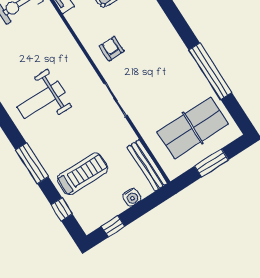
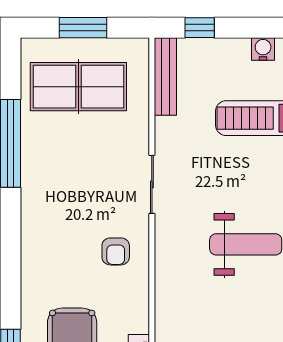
water cooler: (132, 197) -> (263, 49), moved
window: (113, 226) -> (200, 28), moved

